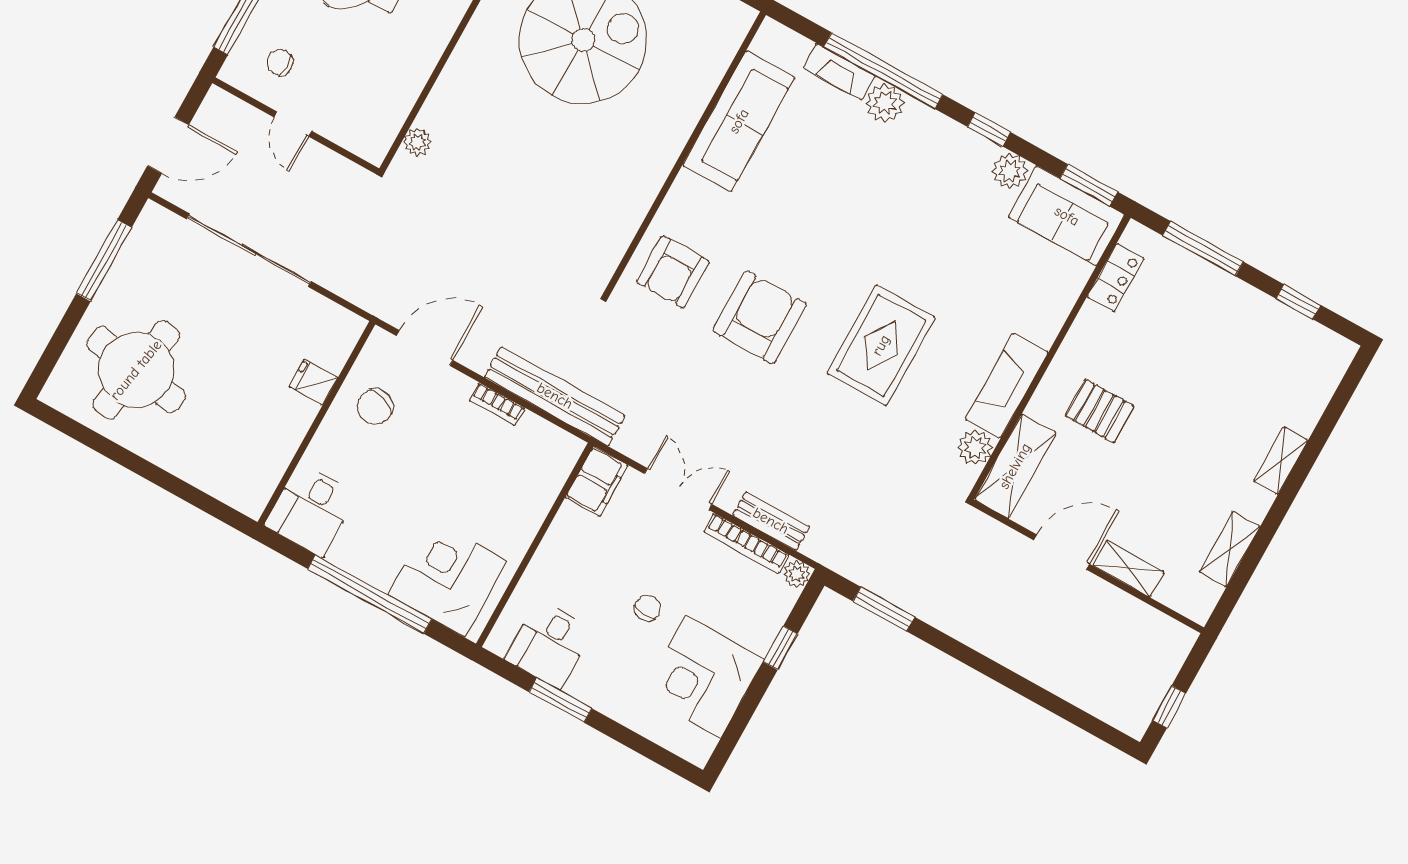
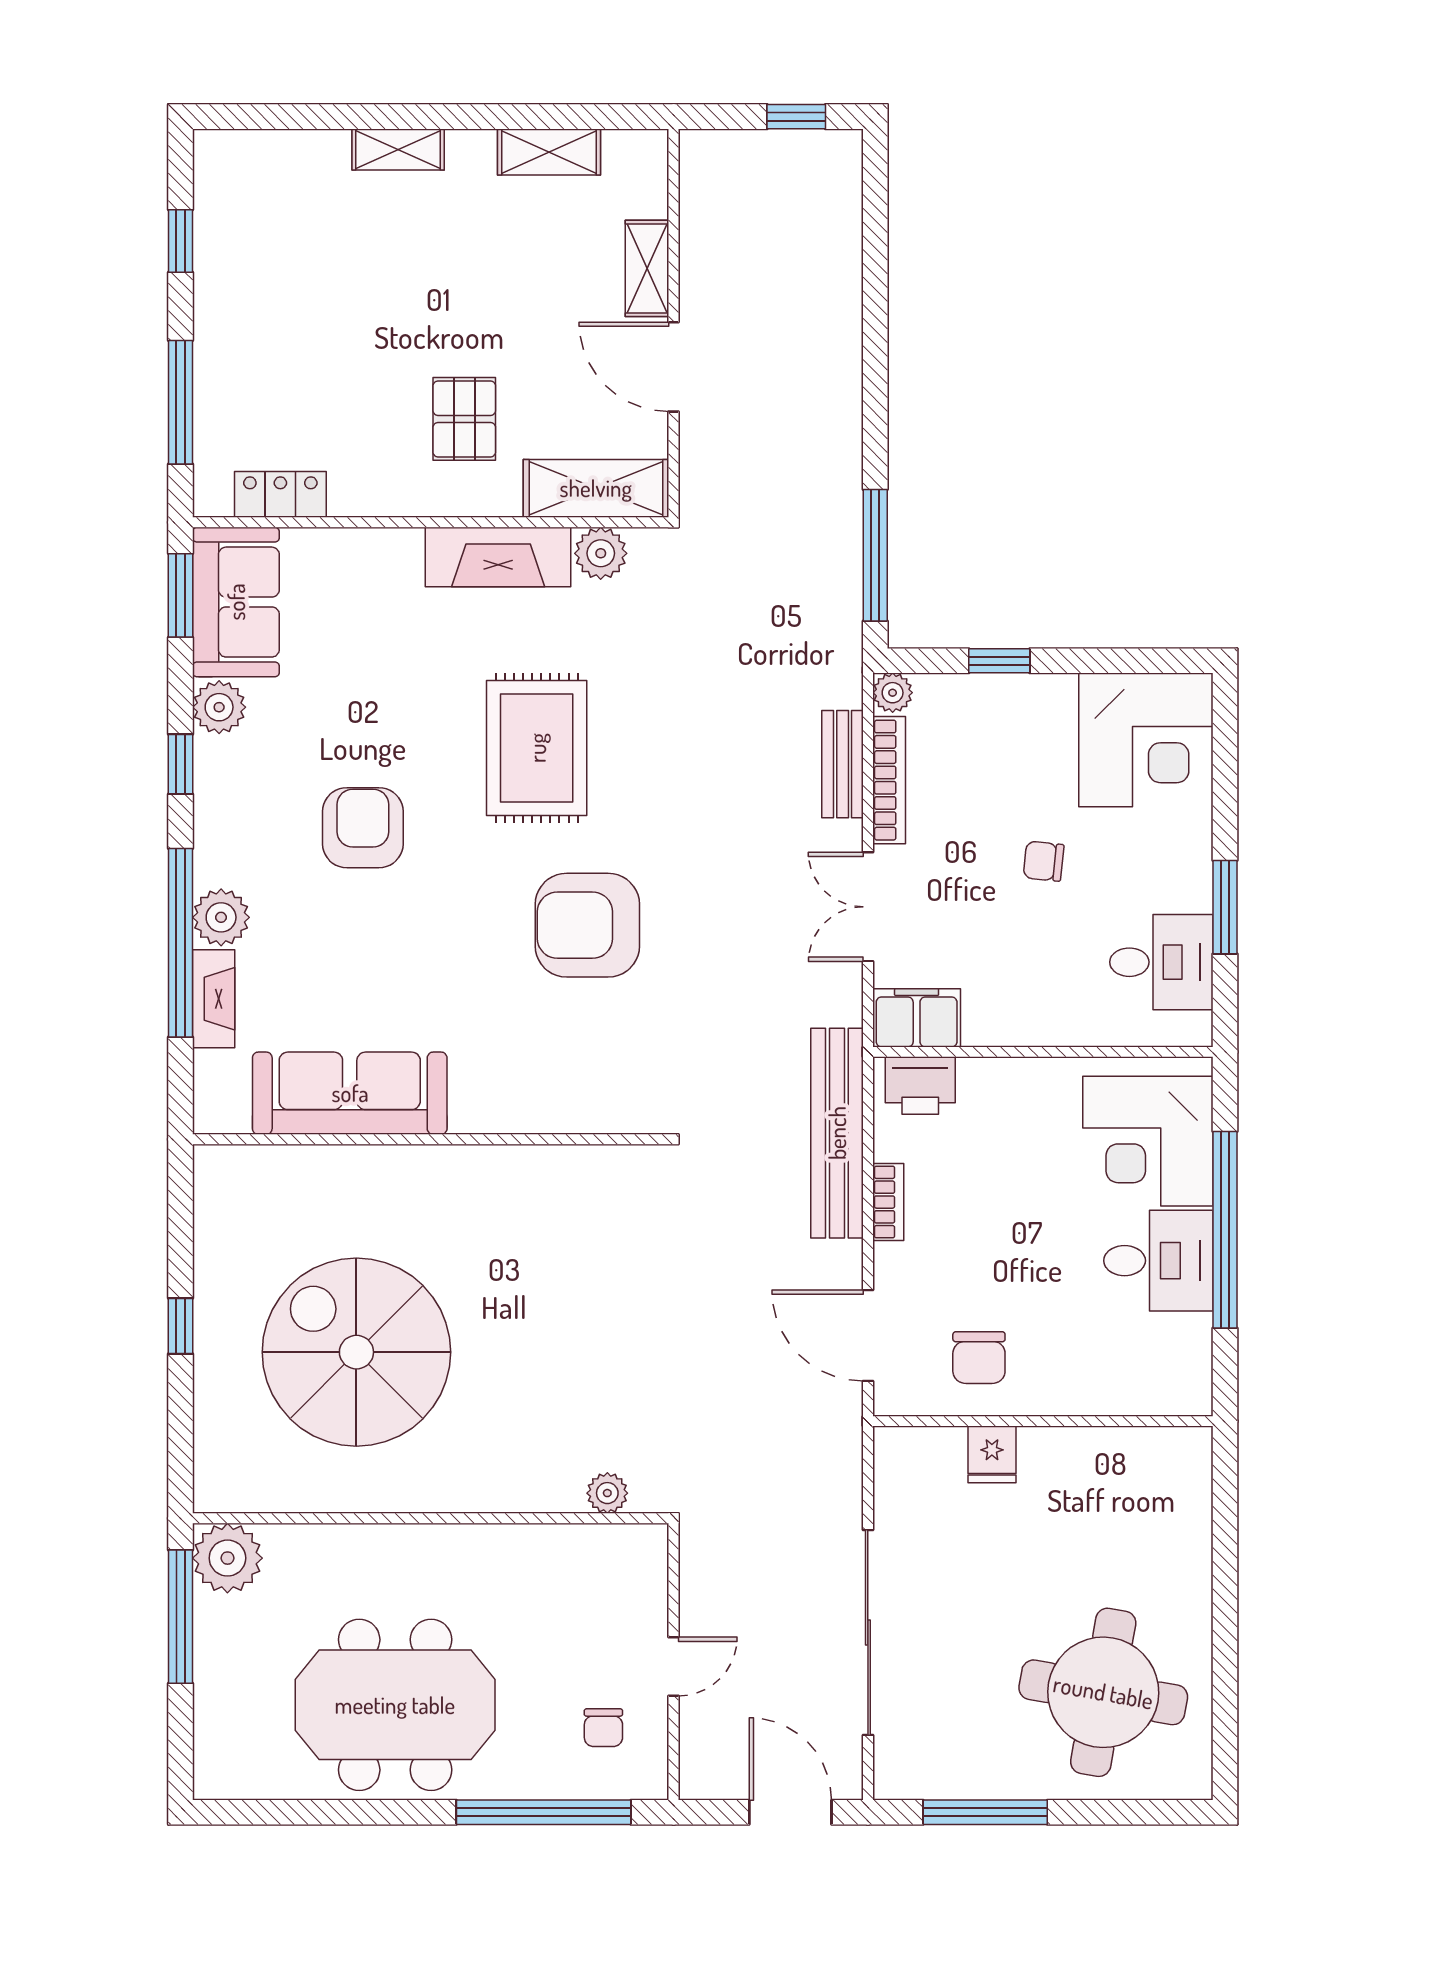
armchair: (673, 272) -> (363, 828), moved, turned -90
rug: (881, 345) -> (537, 748), turned 90
chair: (375, 406) -> (979, 1358), turned 69
printer: (555, 461) -> (920, 1086), added
desk: (311, 510) -> (1158, 1261), moved
window: (884, 609) -> (875, 555), width x1.44
corner desk: (703, 677) -> (1146, 740), moved

